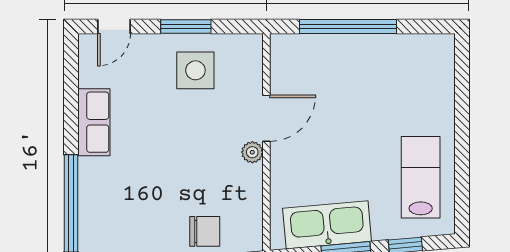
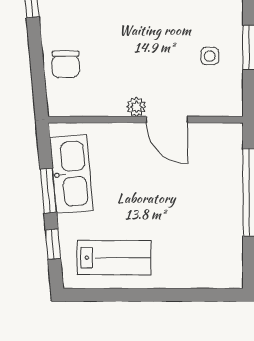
side table: (195, 70) -> (210, 56), width x0.54, depth x0.54

